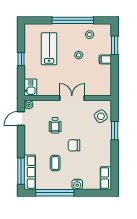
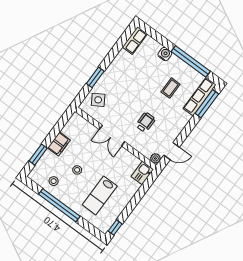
window: (21, 59) -> (115, 227), moved
filing cabinet: (105, 59) -> (59, 144), width x2.00
chair: (74, 145) -> (142, 91), removed

